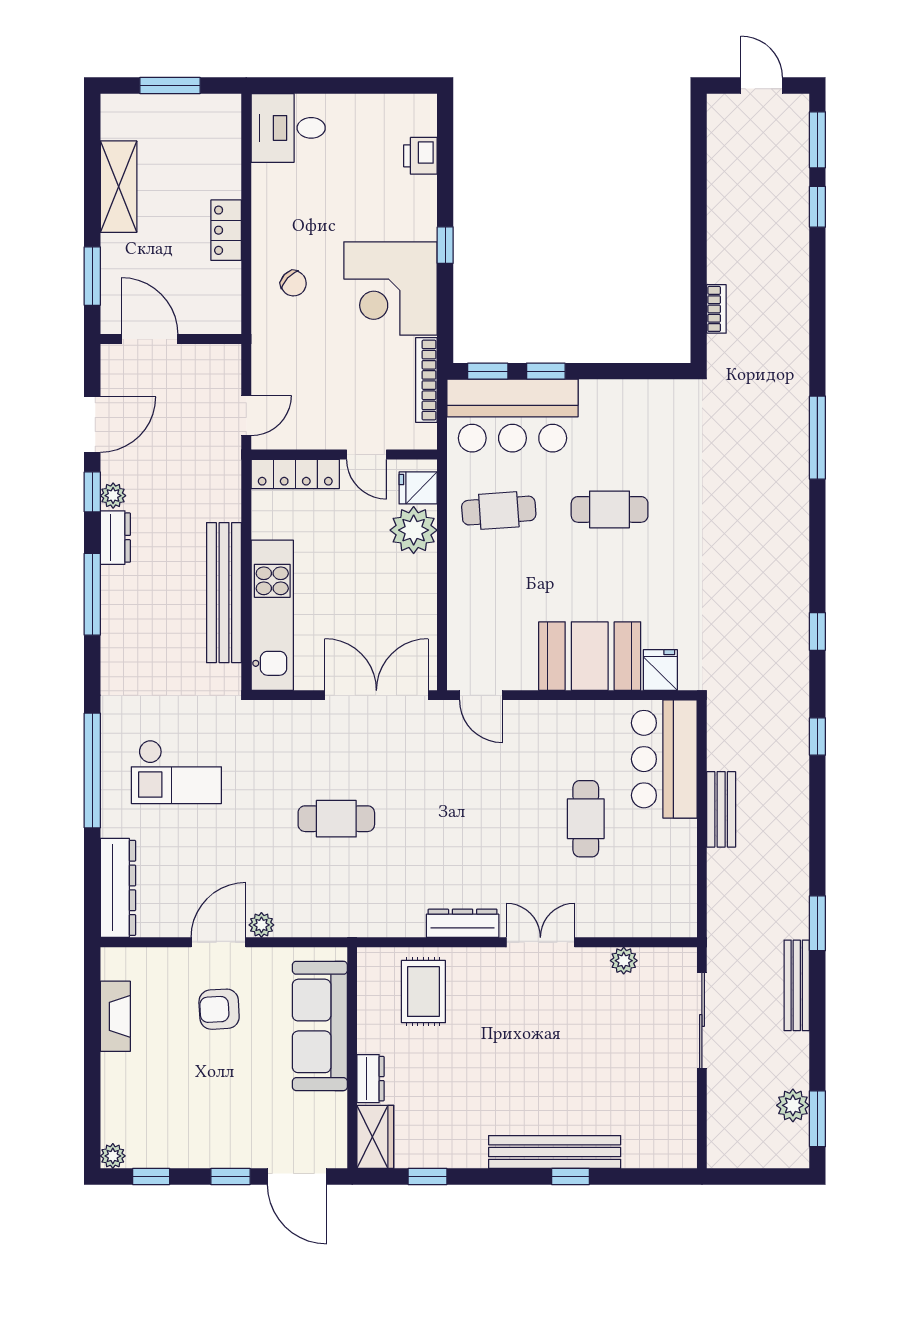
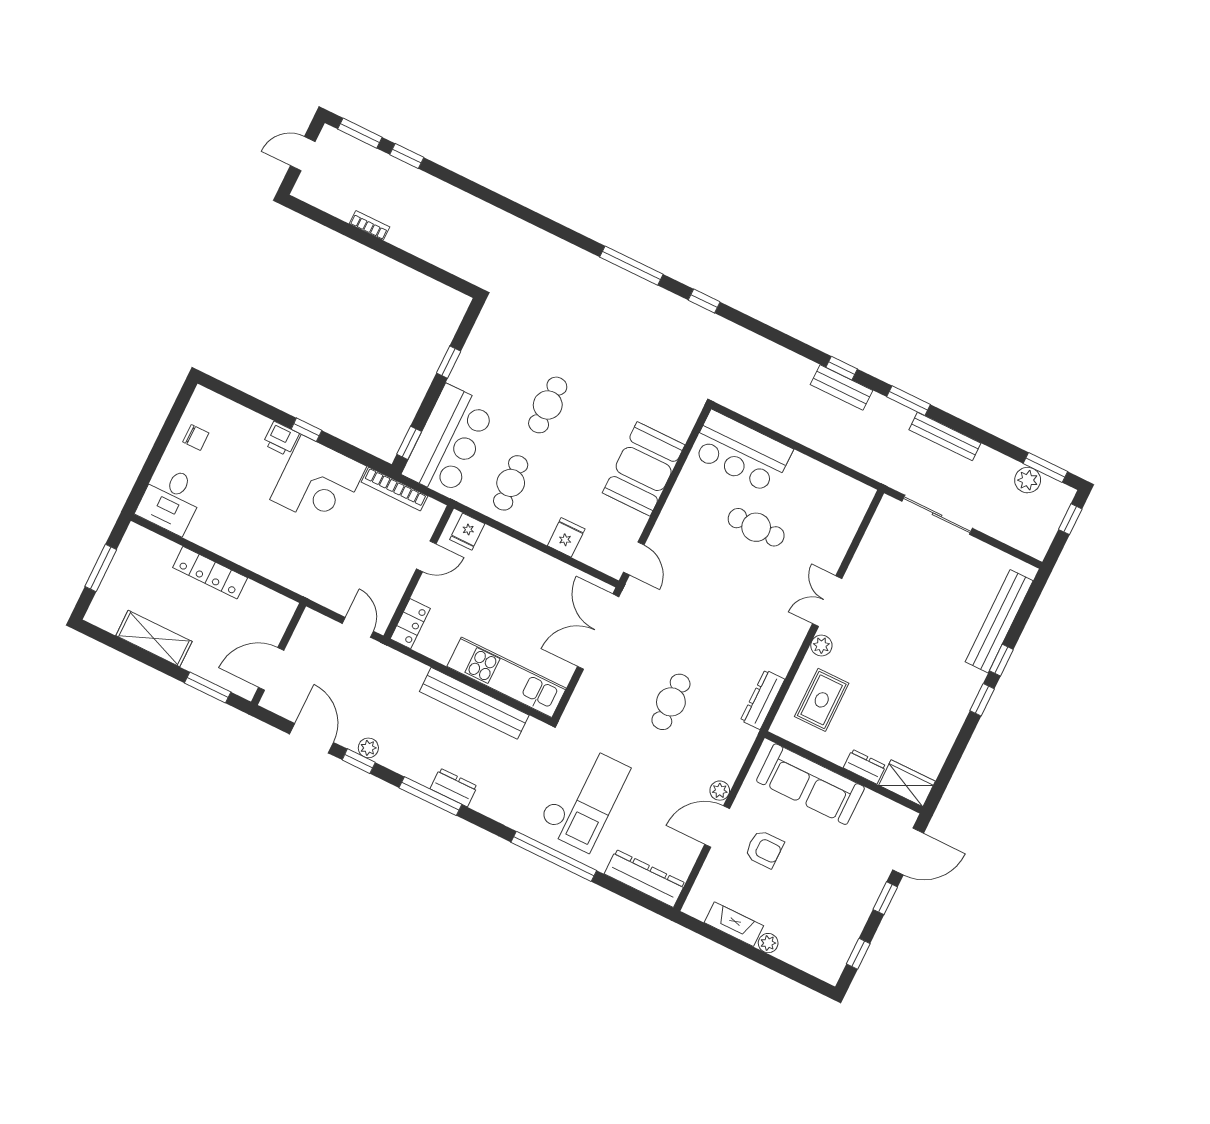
printer: (420, 156) -> (281, 439), moved
locker: (226, 230) -> (210, 573), width x1.53
chair: (294, 283) -> (196, 437), moved, turned 47
bookcase: (716, 309) -> (369, 225), moved
window: (546, 371) -> (449, 362), moved
window: (817, 438) -> (631, 266), moved
locker: (295, 474) -> (410, 624), width x0.66
plant: (414, 530) -> (495, 549), removed
dresser: (115, 538) -> (454, 787), moved
fridge: (660, 670) -> (566, 537), moved, turned 90
door: (481, 695) -> (634, 559), hinge flipped
window: (817, 736) -> (842, 368), moved
checkout: (176, 772) -> (584, 798), width x1.36, depth x1.21
bench: (721, 809) -> (841, 387), moved
dresser: (463, 923) -> (763, 700), moved
door: (219, 942) -> (717, 827), hinge flipped
plant: (624, 961) -> (821, 645), moved
rug: (423, 992) -> (822, 700), turned 90
armchair: (219, 1009) -> (764, 849), turned -87
bench: (555, 1152) -> (999, 621), moved
plant: (113, 1156) -> (768, 943), moved
window: (428, 1176) -> (982, 700), moved
window: (772, 1176) -> (1070, 519), added

